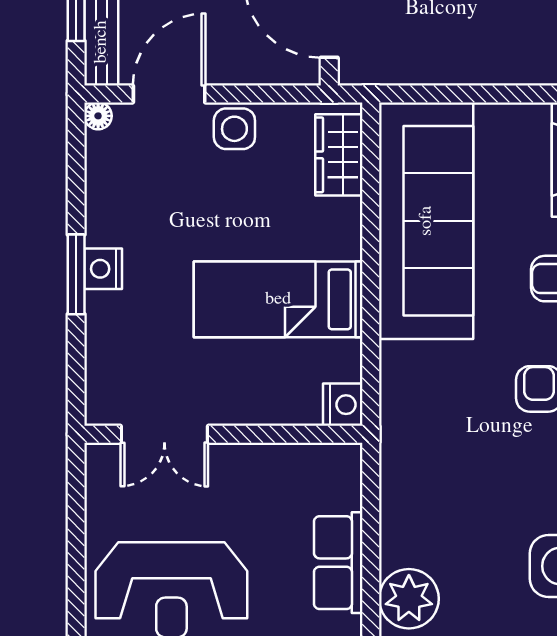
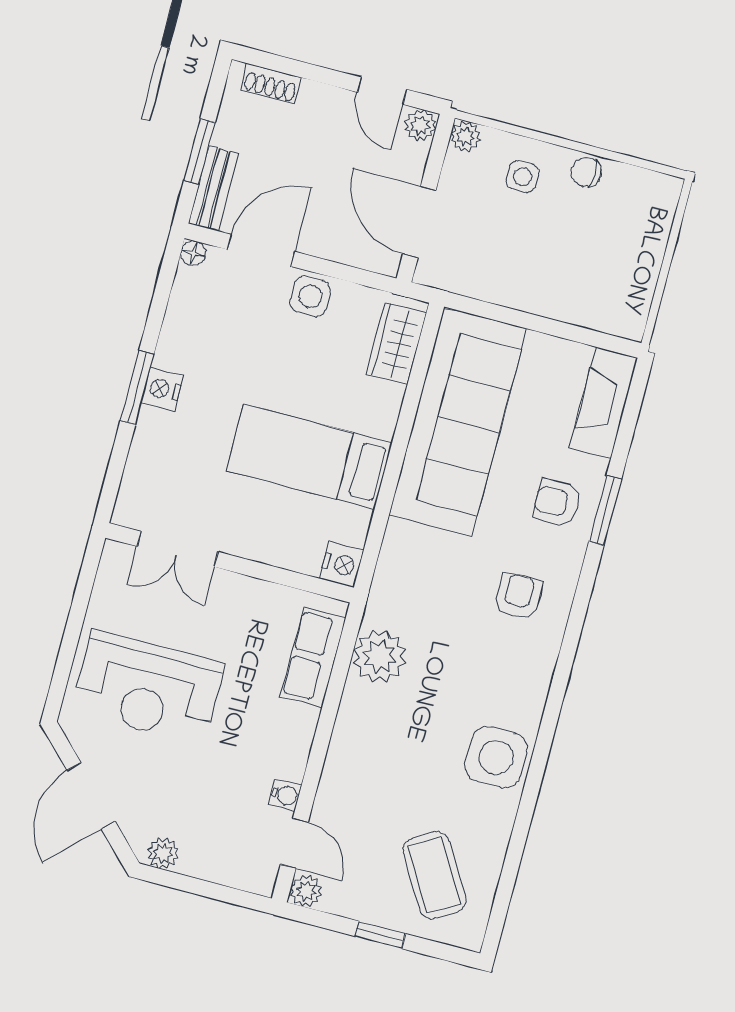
row of seats: (338, 563) -> (313, 657), moved
plant: (409, 599) -> (380, 656), moved

